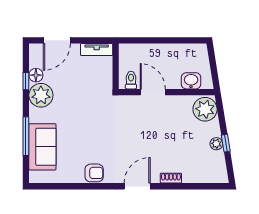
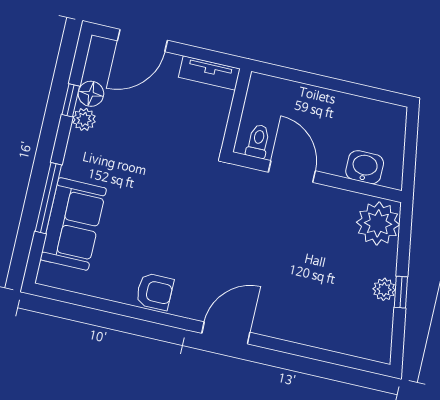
plant: (41, 95) -> (84, 119), width x0.53, depth x0.53
shoe rack: (171, 178) -> (289, 332), removed

